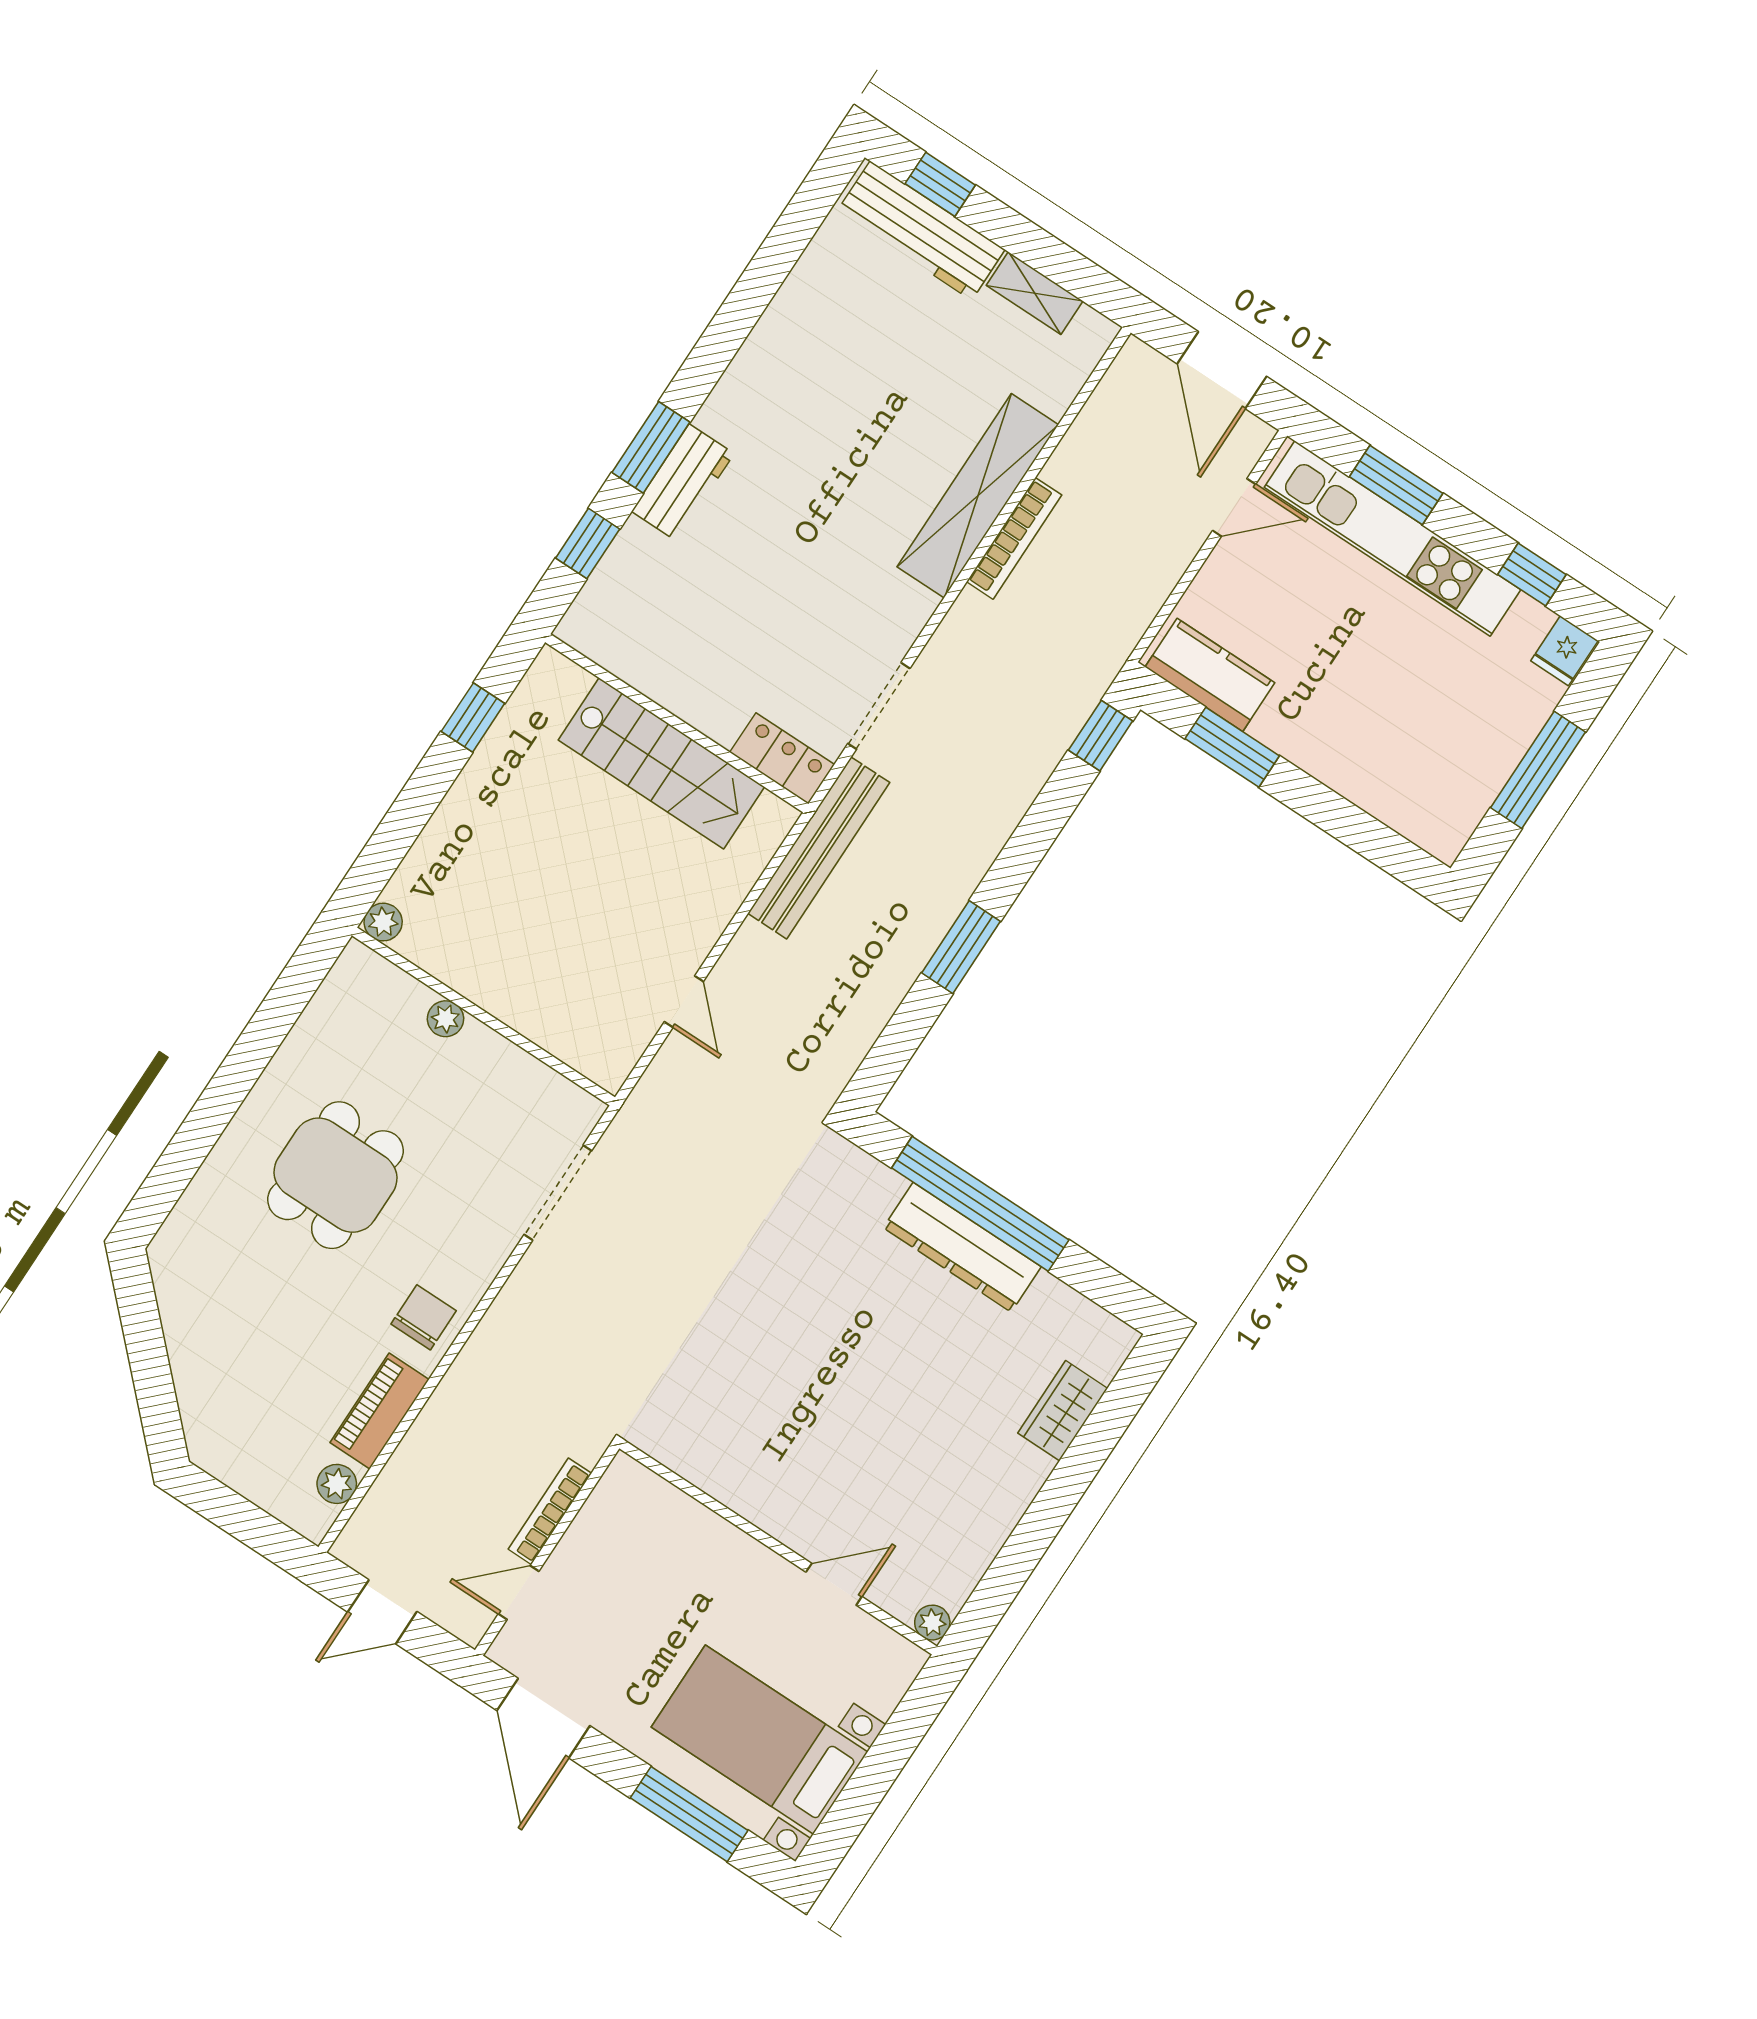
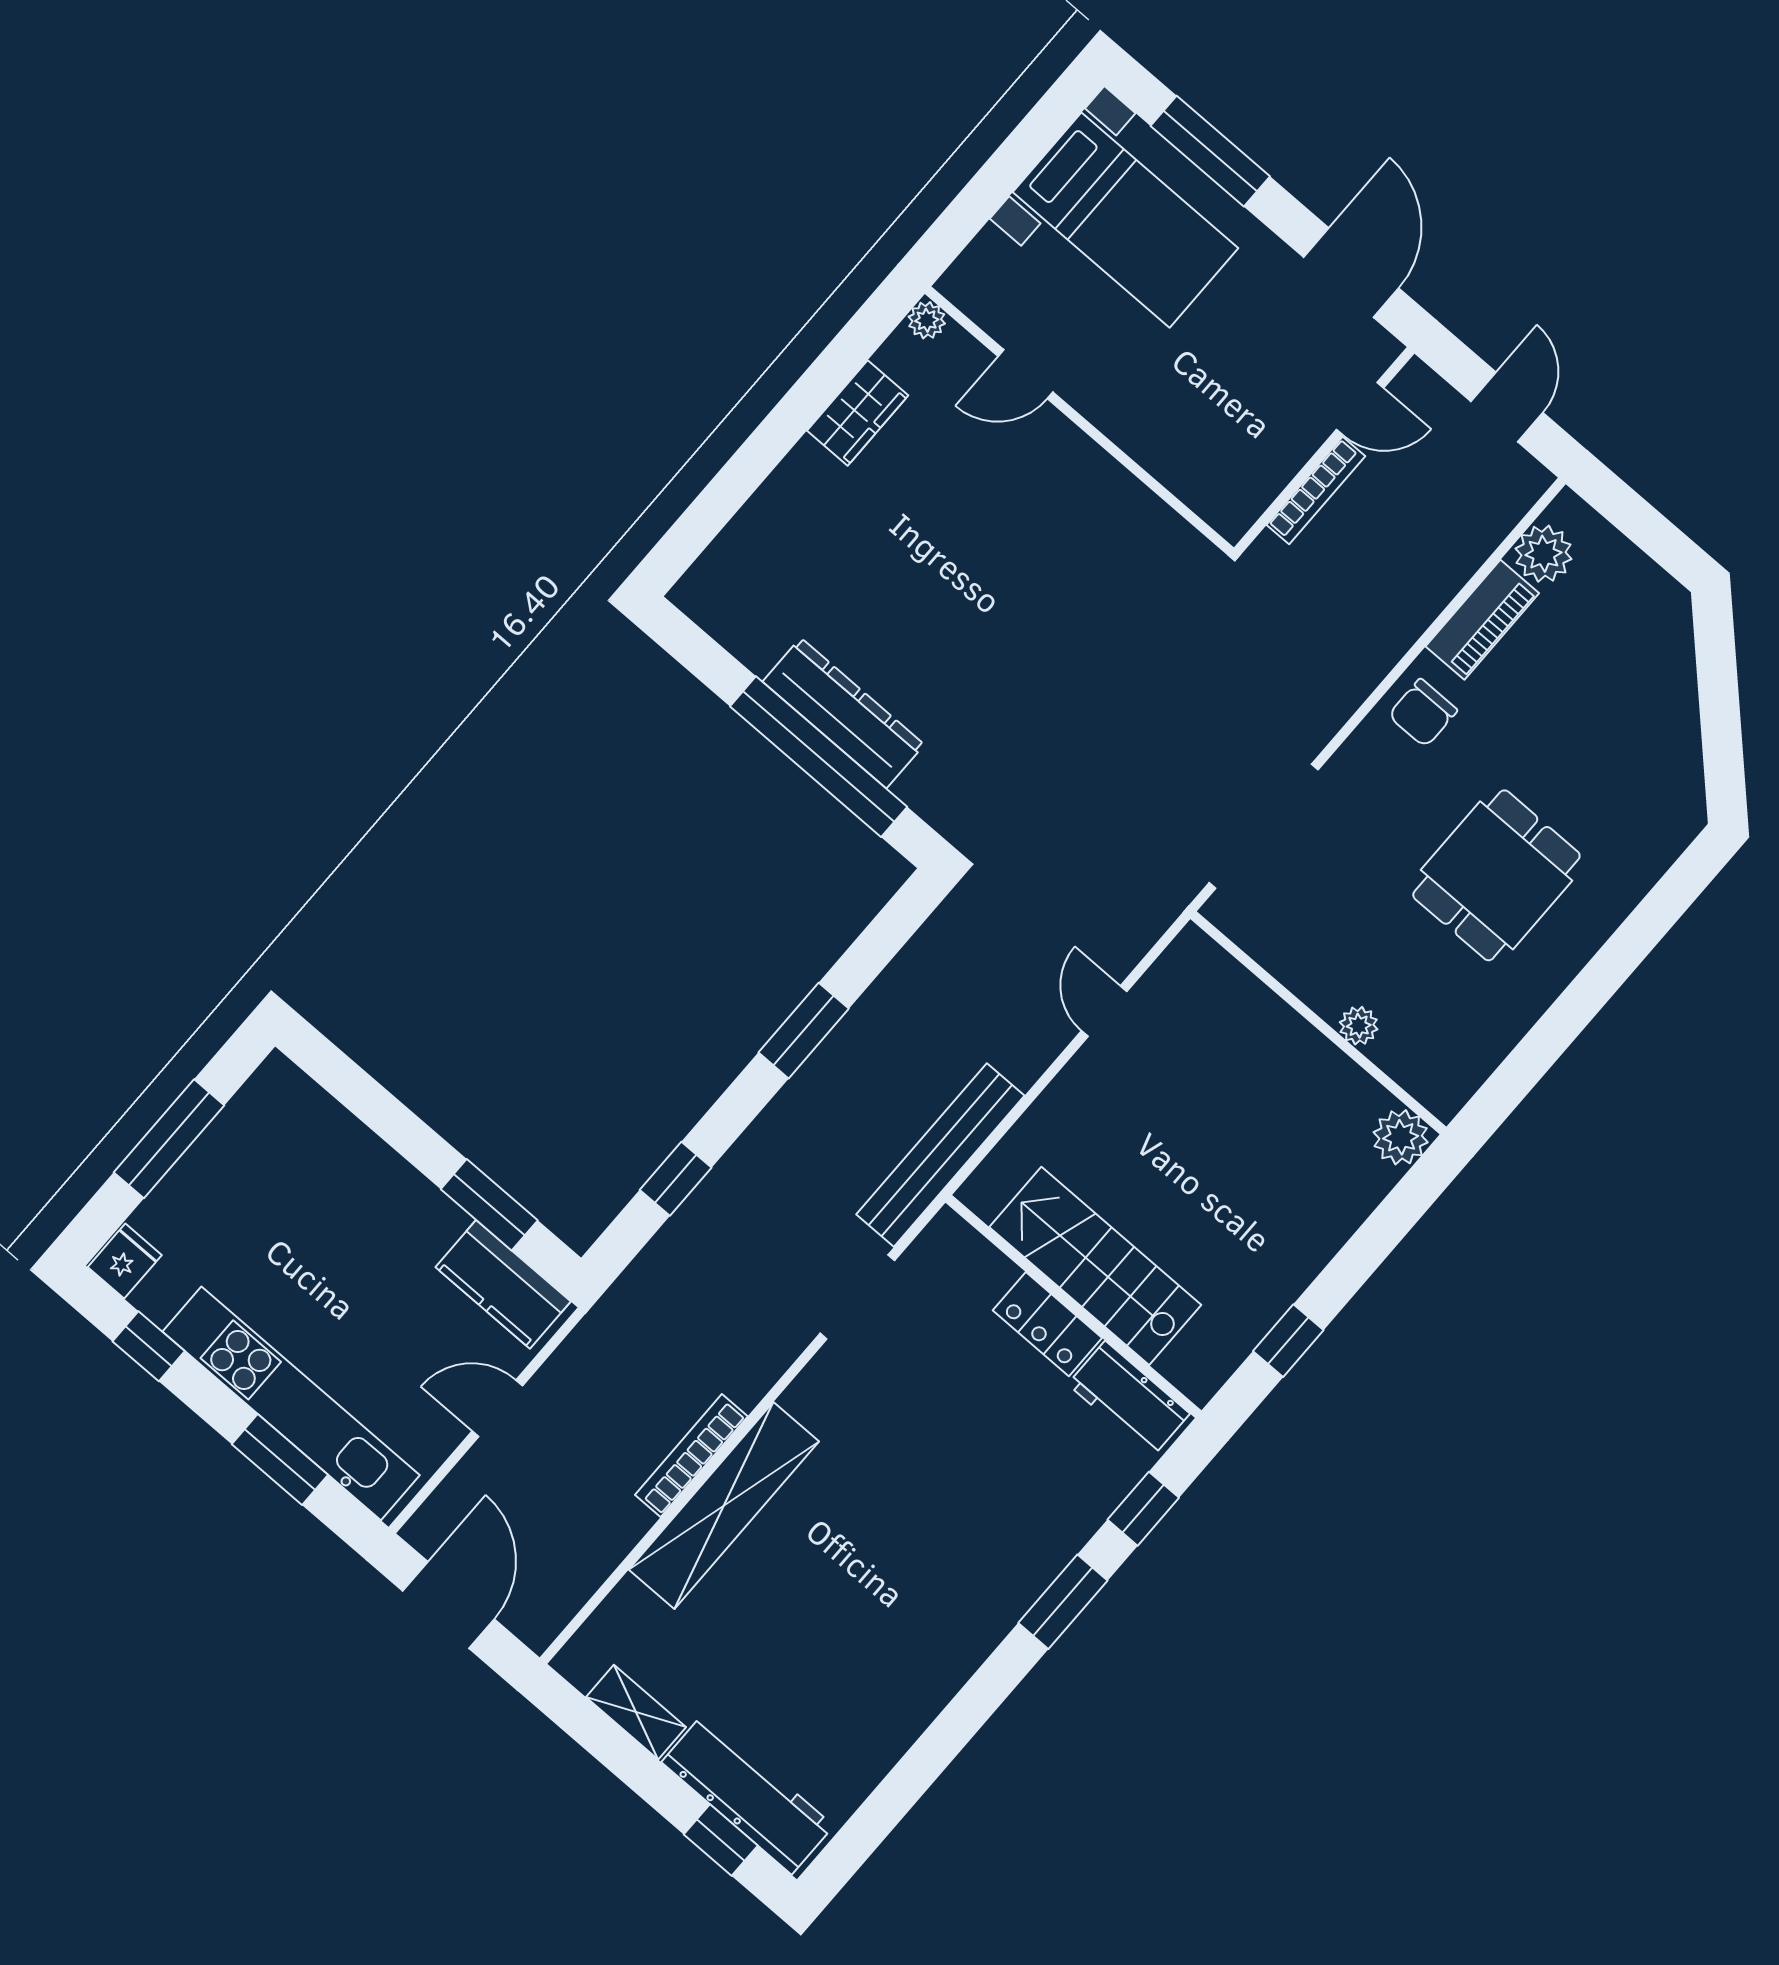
workbench: (683, 482) -> (1129, 1399), moved, turned -90
door: (1234, 507) -> (497, 1408), moved
window: (1101, 736) -> (676, 1179), moved
locker: (782, 758) -> (1047, 1324), moved
plant: (383, 922) -> (1401, 1137), width x1.38, depth x1.38
doorway: (558, 1193) -> (1264, 826), width x1.36
wardrobe: (1063, 1411) -> (858, 413), moved
plant: (337, 1484) -> (1543, 554), width x1.38, depth x1.38
door: (382, 1612) -> (1507, 407), hinge flipped

